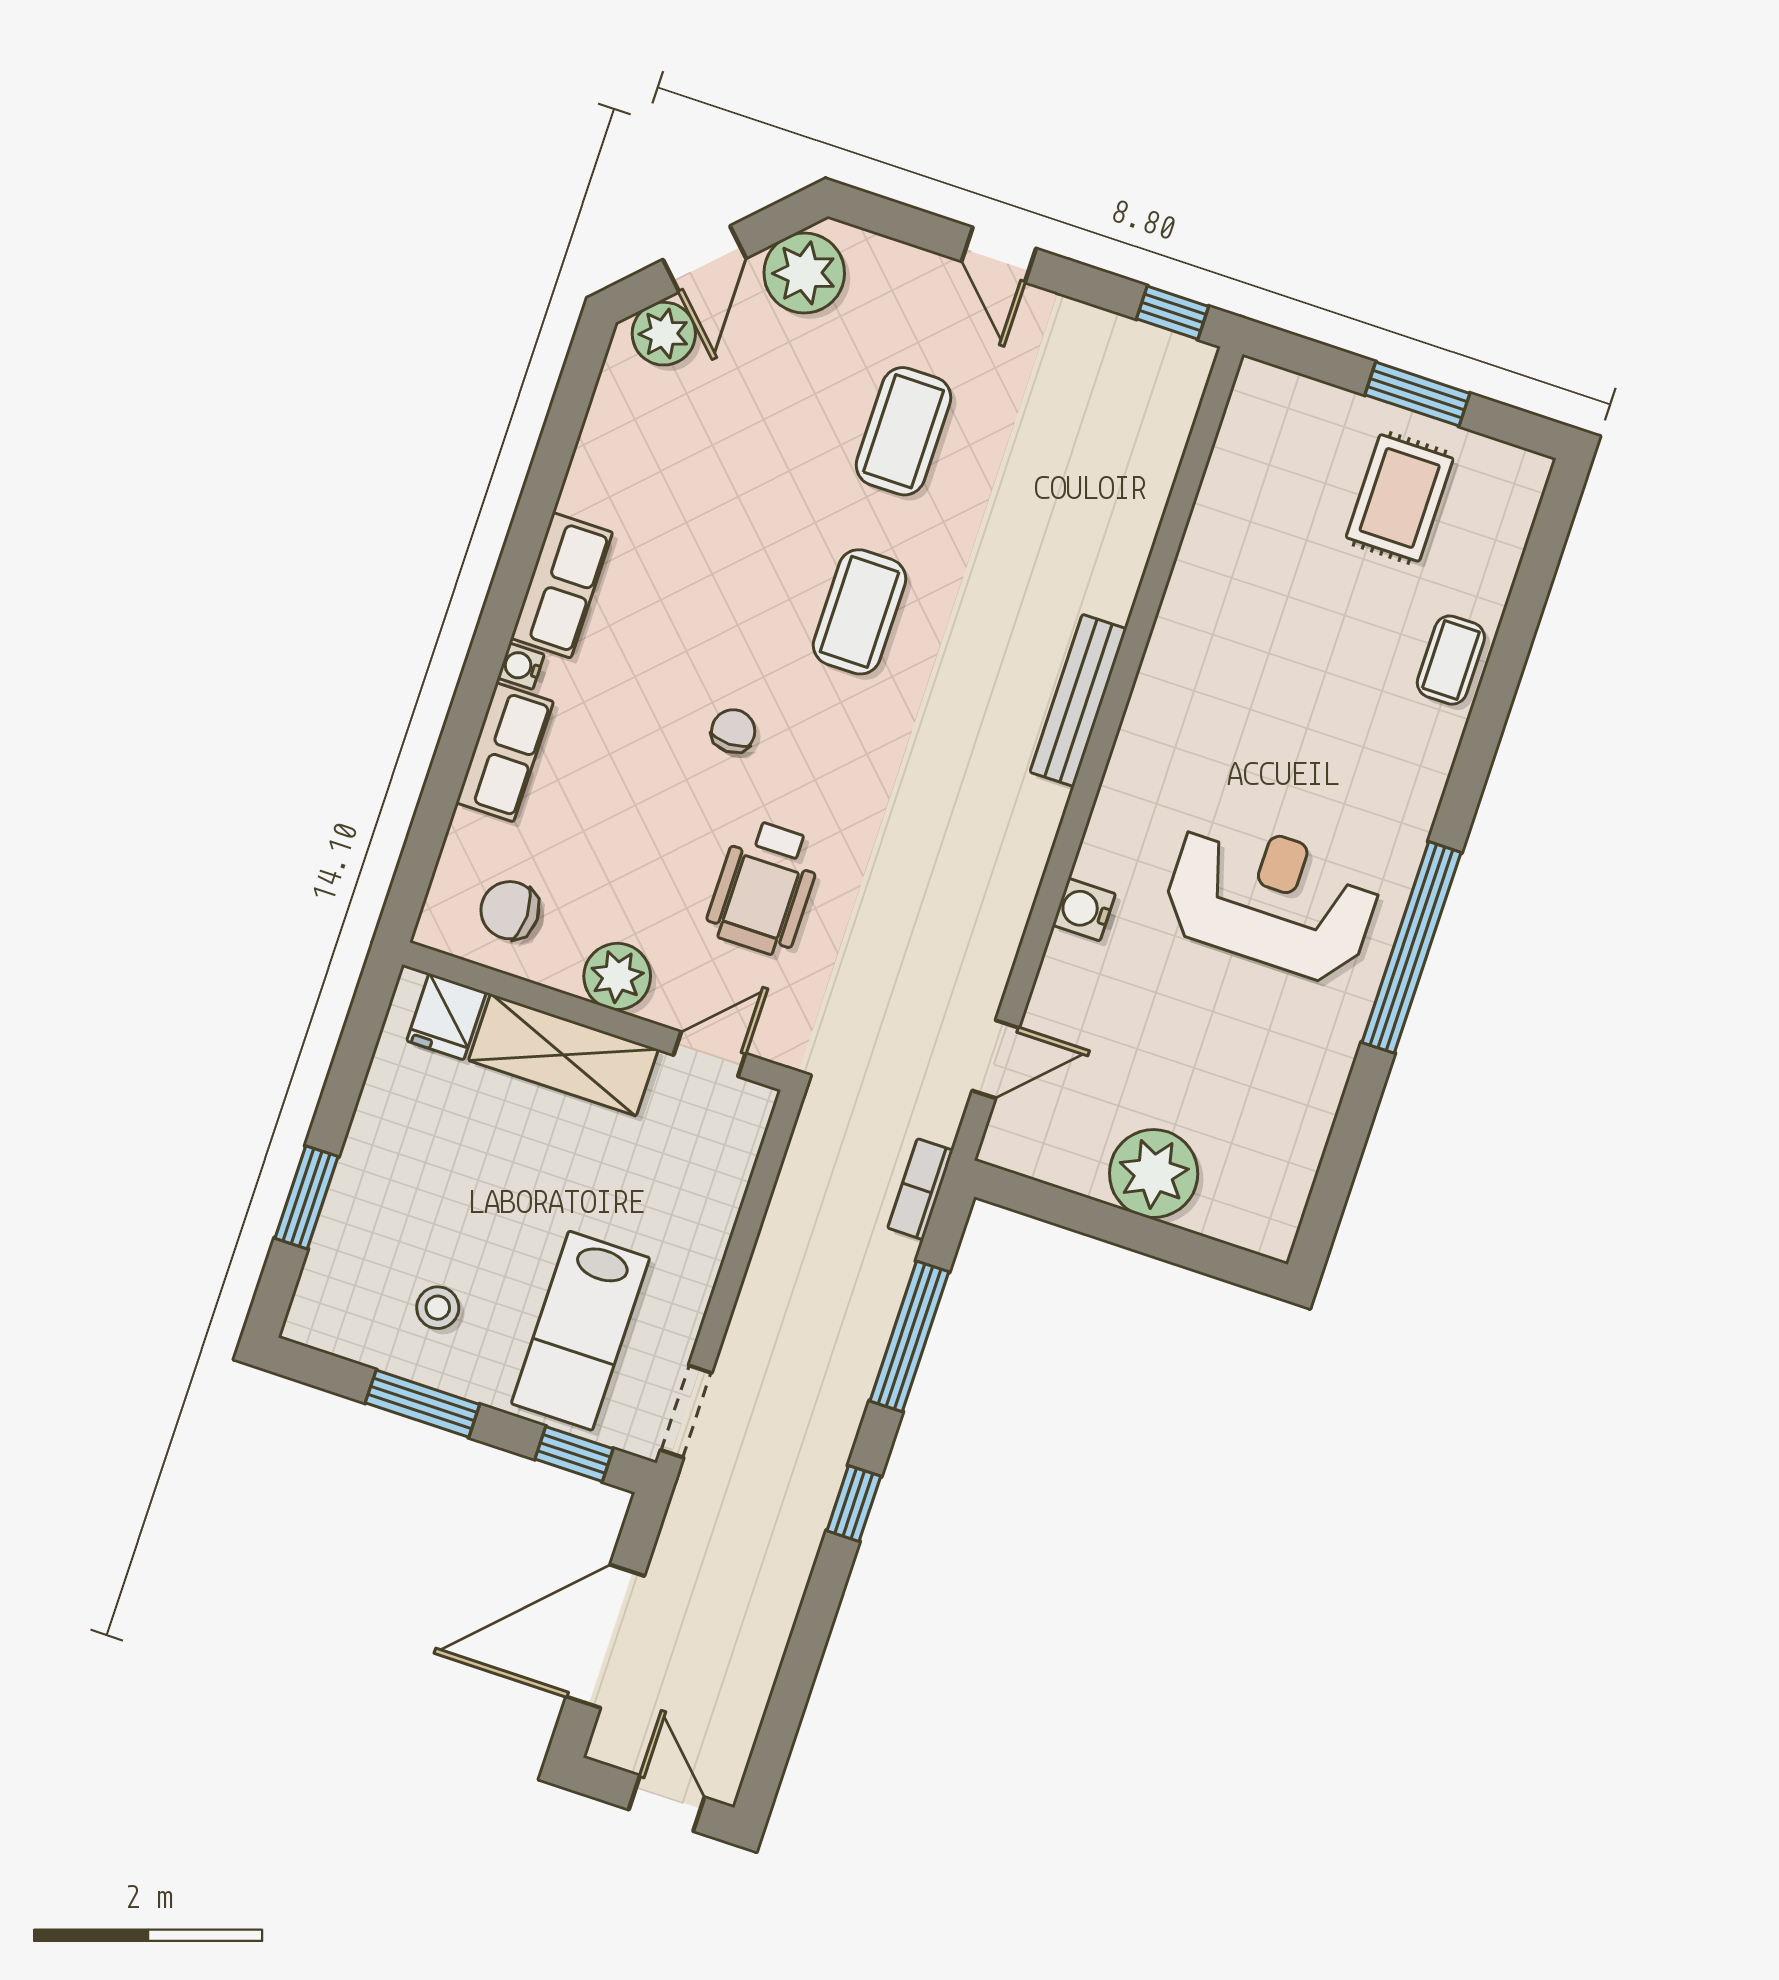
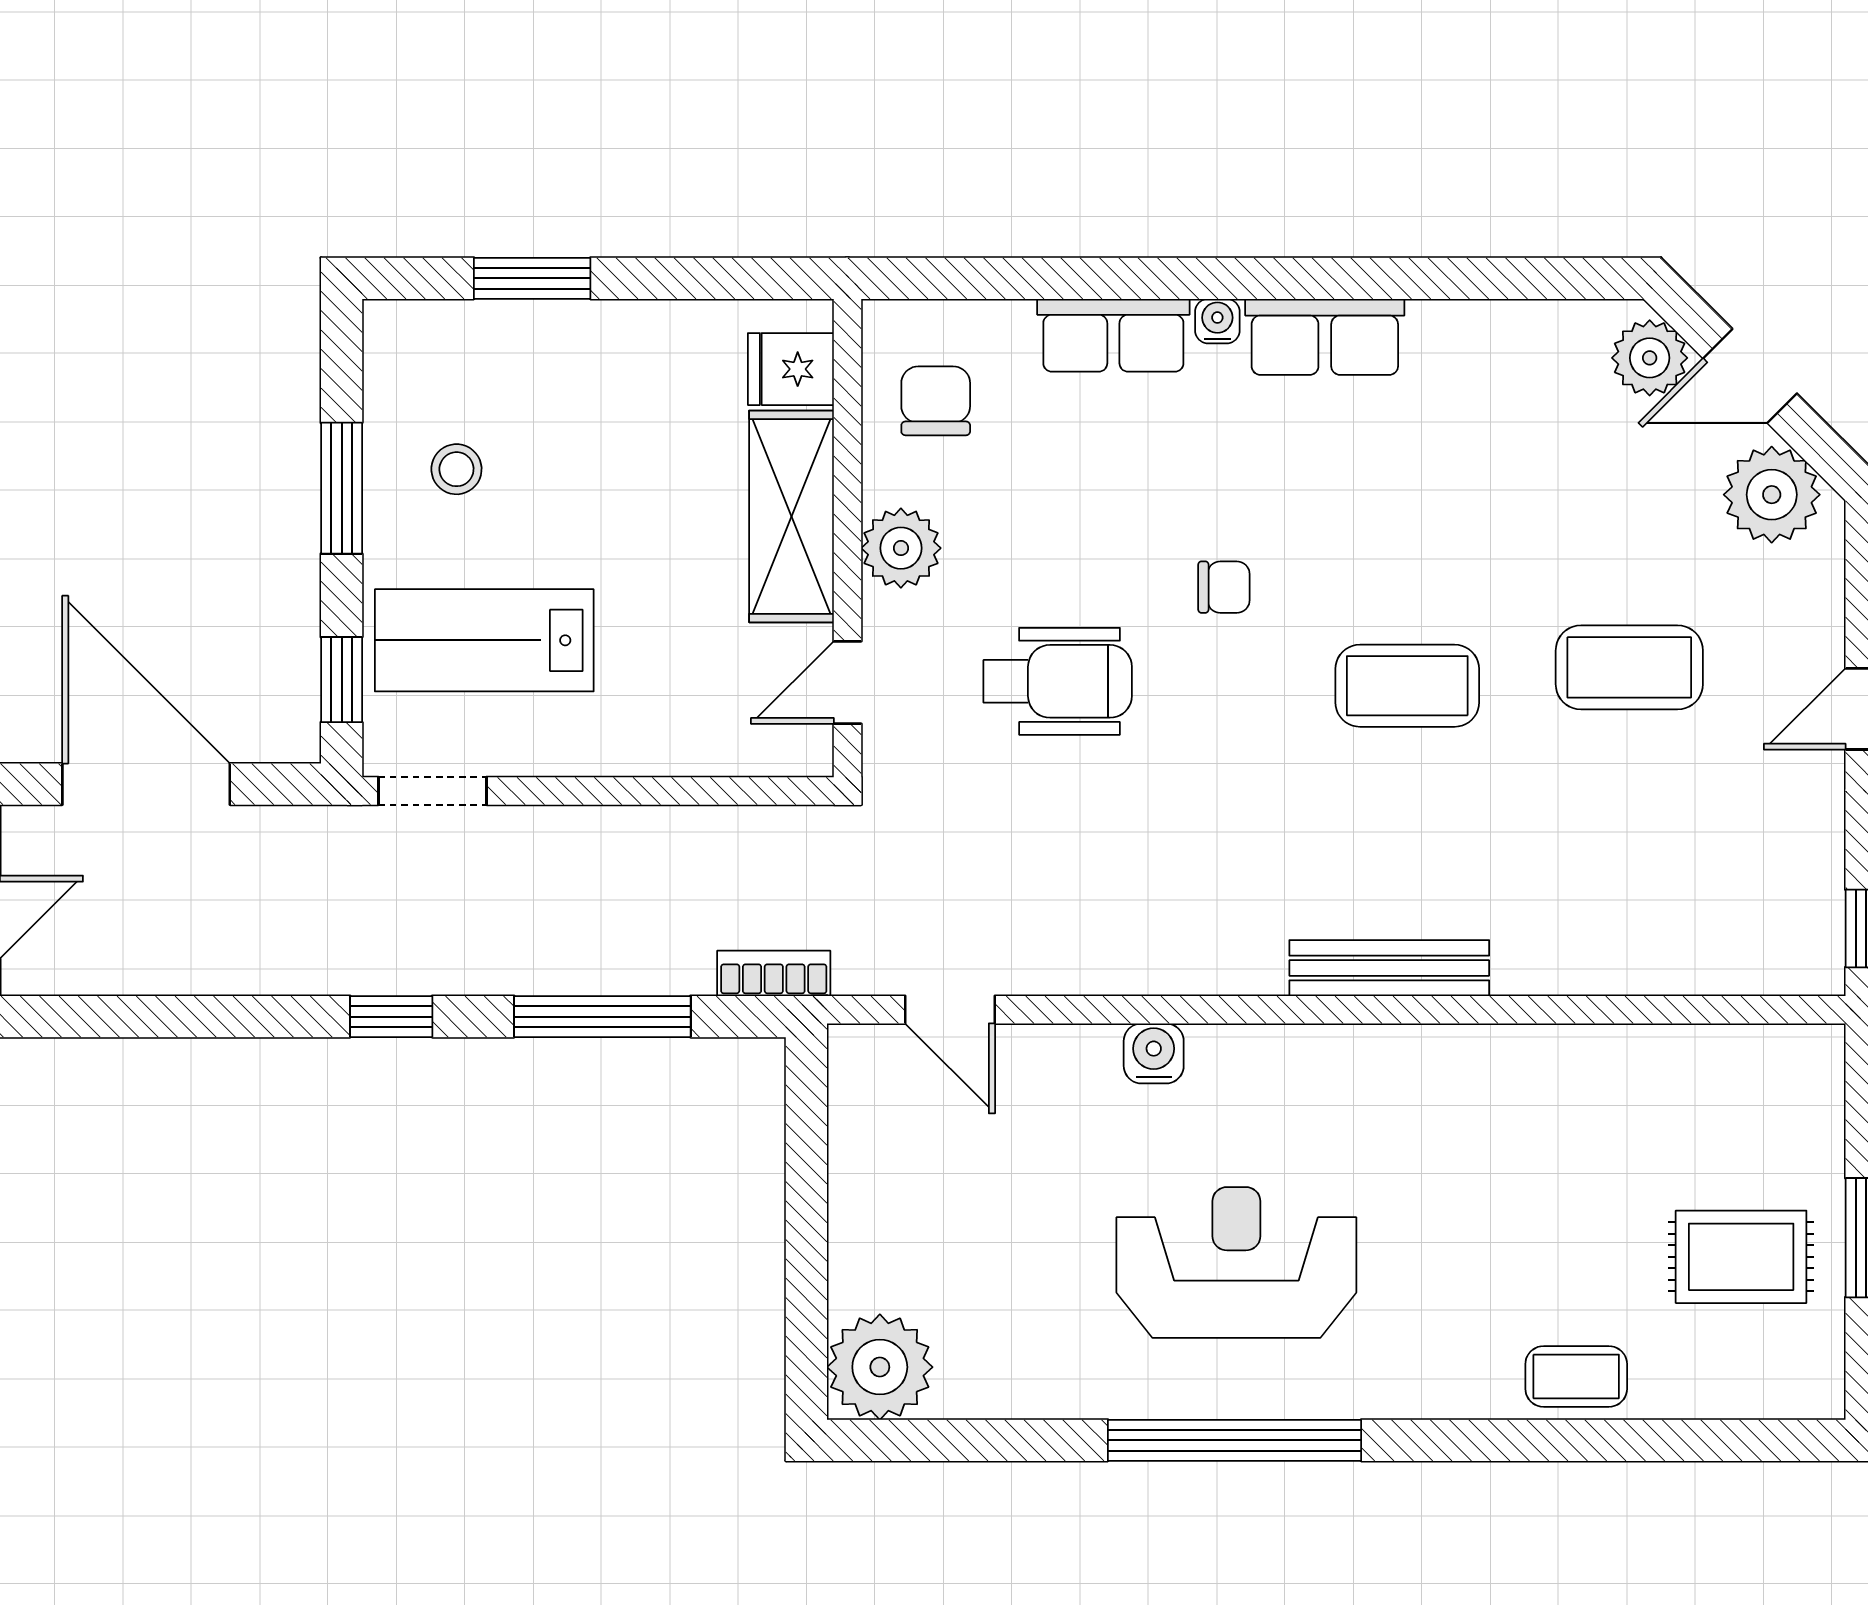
wheelchair: (764, 888) -> (1058, 681), turned 180
reception desk: (1271, 899) -> (1236, 1262), turned -90
door: (710, 1054) -> (847, 683), swing flipped
plant: (1154, 1174) -> (880, 1367), moved

